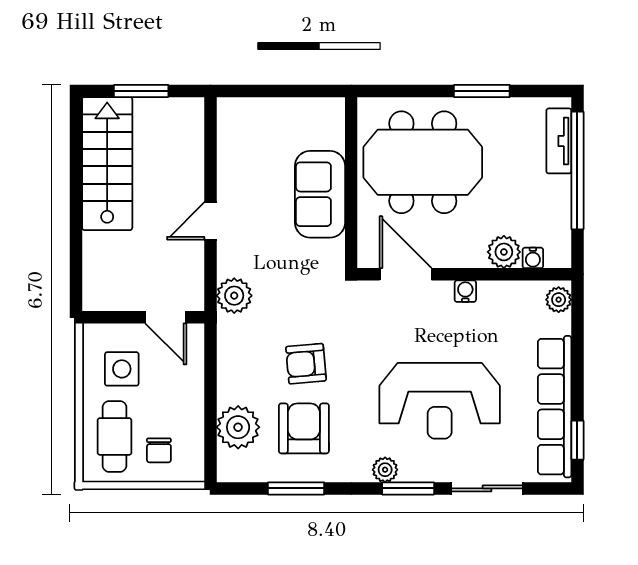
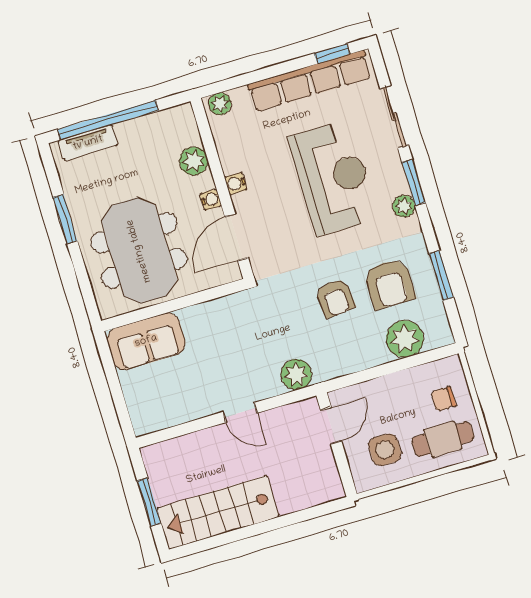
sofa: (320, 194) -> (146, 341), moved
water cooler: (533, 258) -> (211, 200), moved
armchair: (304, 428) -> (390, 284), turned -90
chair: (159, 450) -> (443, 399), turned 180

